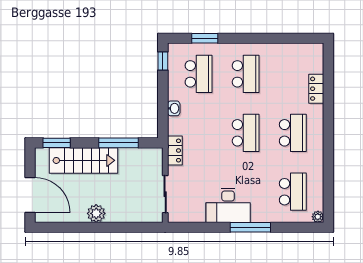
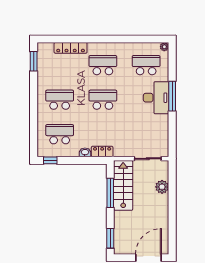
window: (205, 38) -> (34, 61), moved
locker: (316, 89) -> (71, 48), width x1.53
locker: (175, 151) -> (102, 152), moved
stairs: (84, 160) -> (123, 185), moved
desk: (228, 205) -> (156, 98), moved
plant: (96, 213) -> (162, 187), moved

